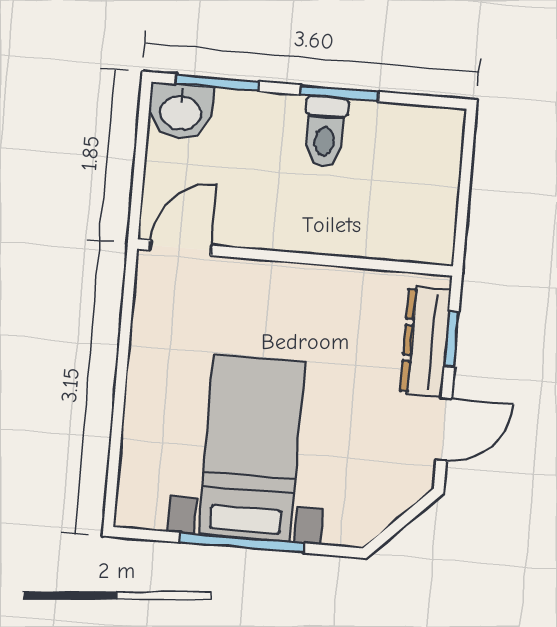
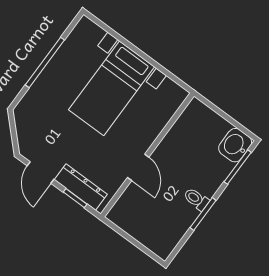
toilet: (325, 132) -> (196, 199), width x0.73, depth x0.72
door: (180, 248) -> (138, 167), moved
bed with nightstands: (252, 448) -> (112, 88), moved, turned 90

